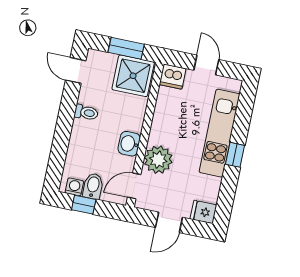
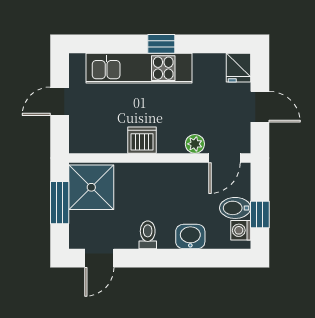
dishwasher: (173, 77) -> (142, 140), moved, turned -90
washbasin: (129, 144) -> (190, 237), moved, turned 180
plant: (158, 160) -> (195, 144), width x0.53, depth x0.53
door: (134, 186) -> (224, 158), hinge flipped

